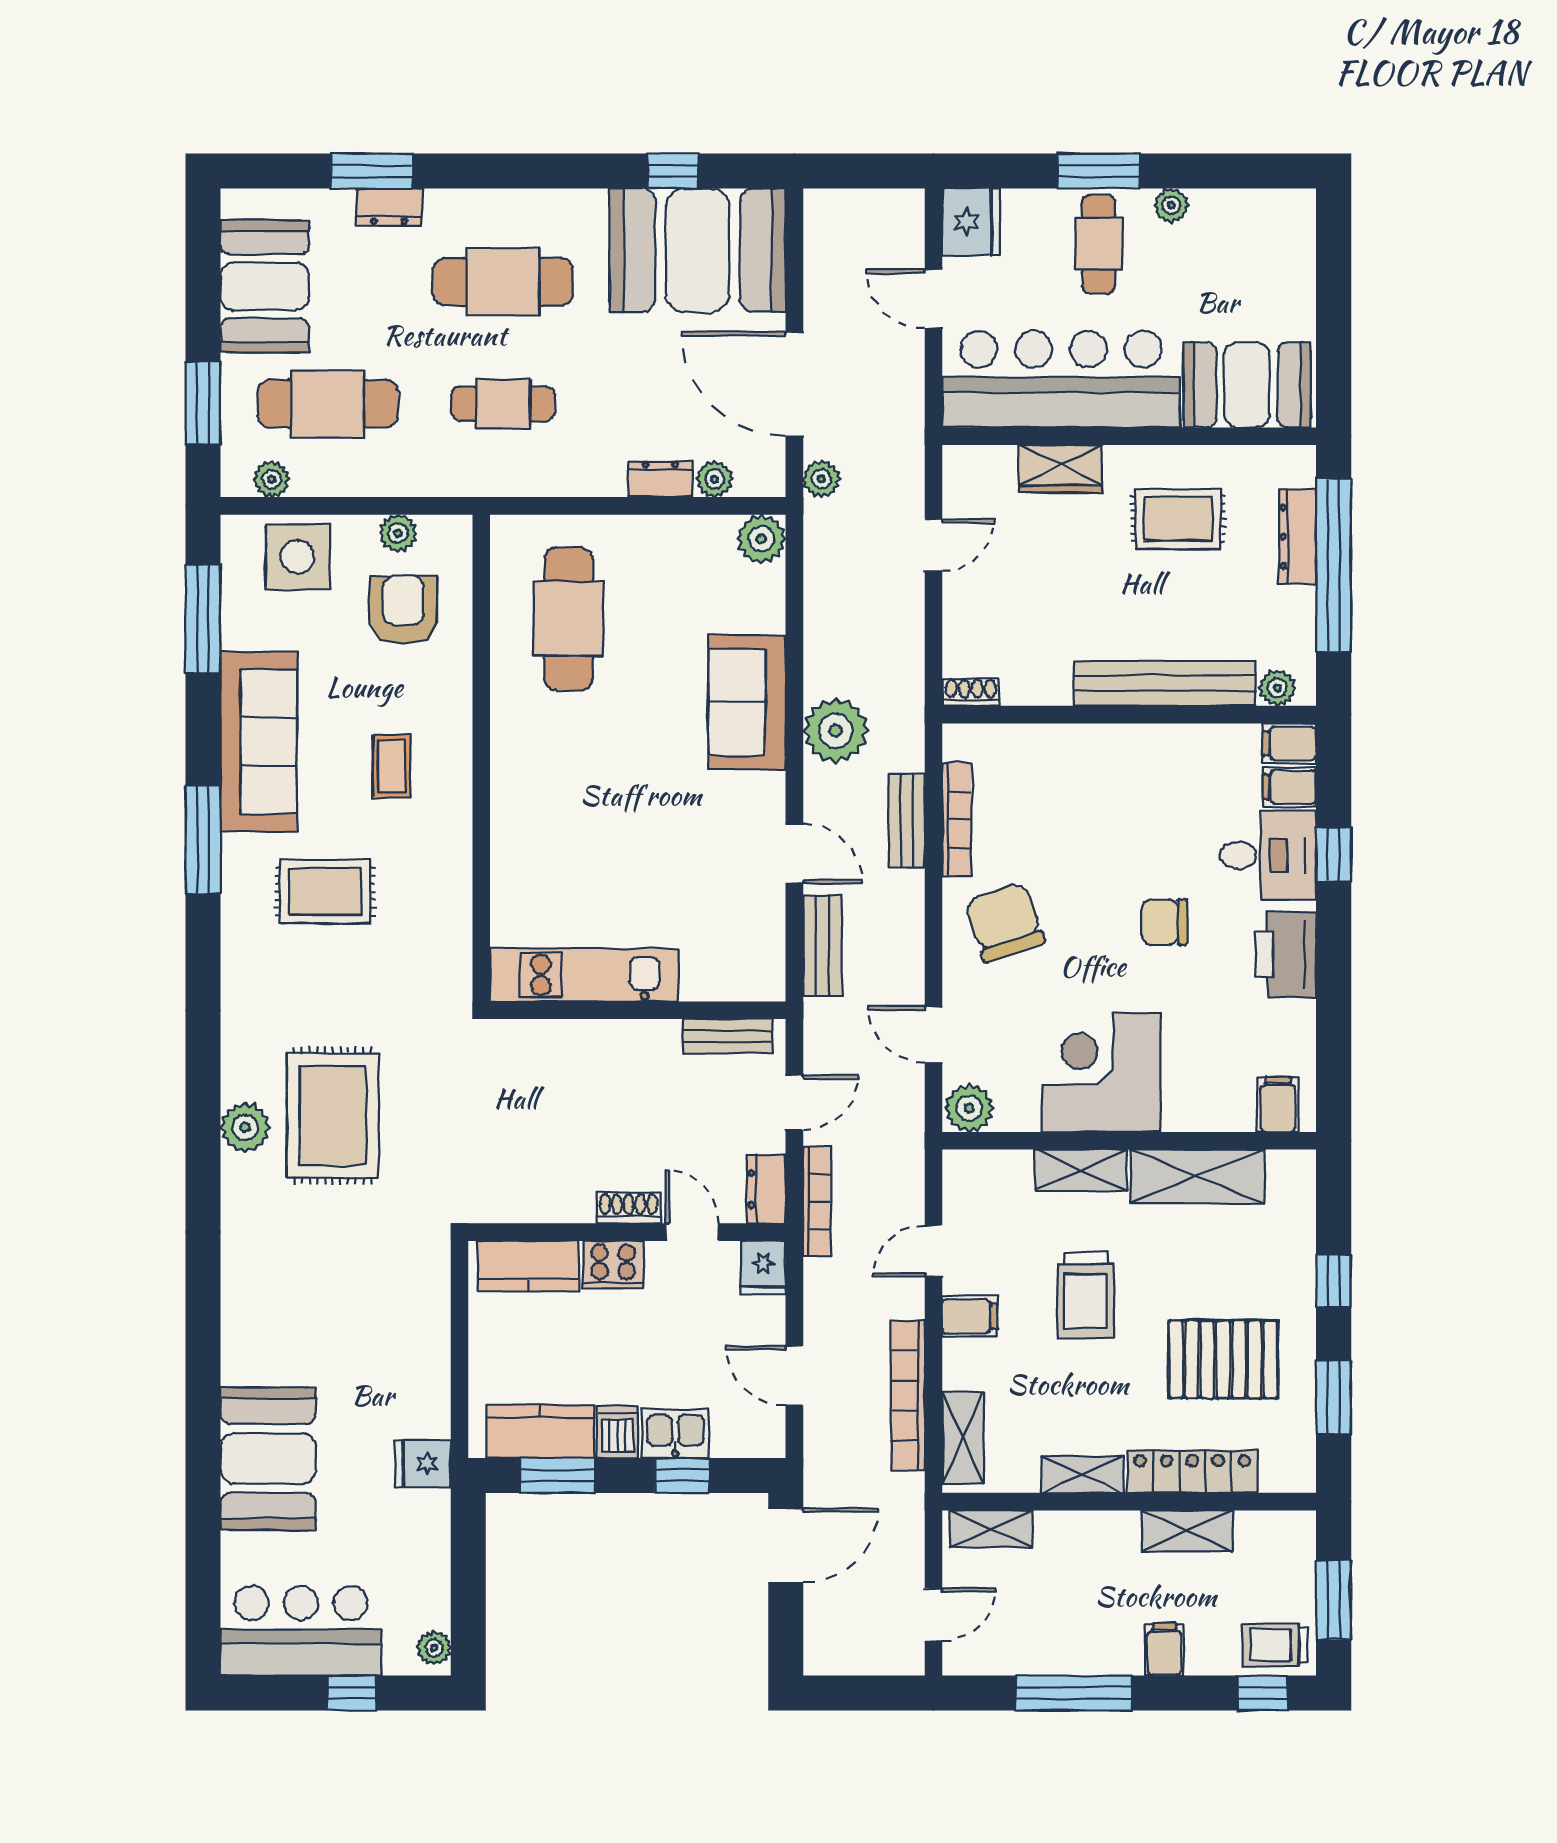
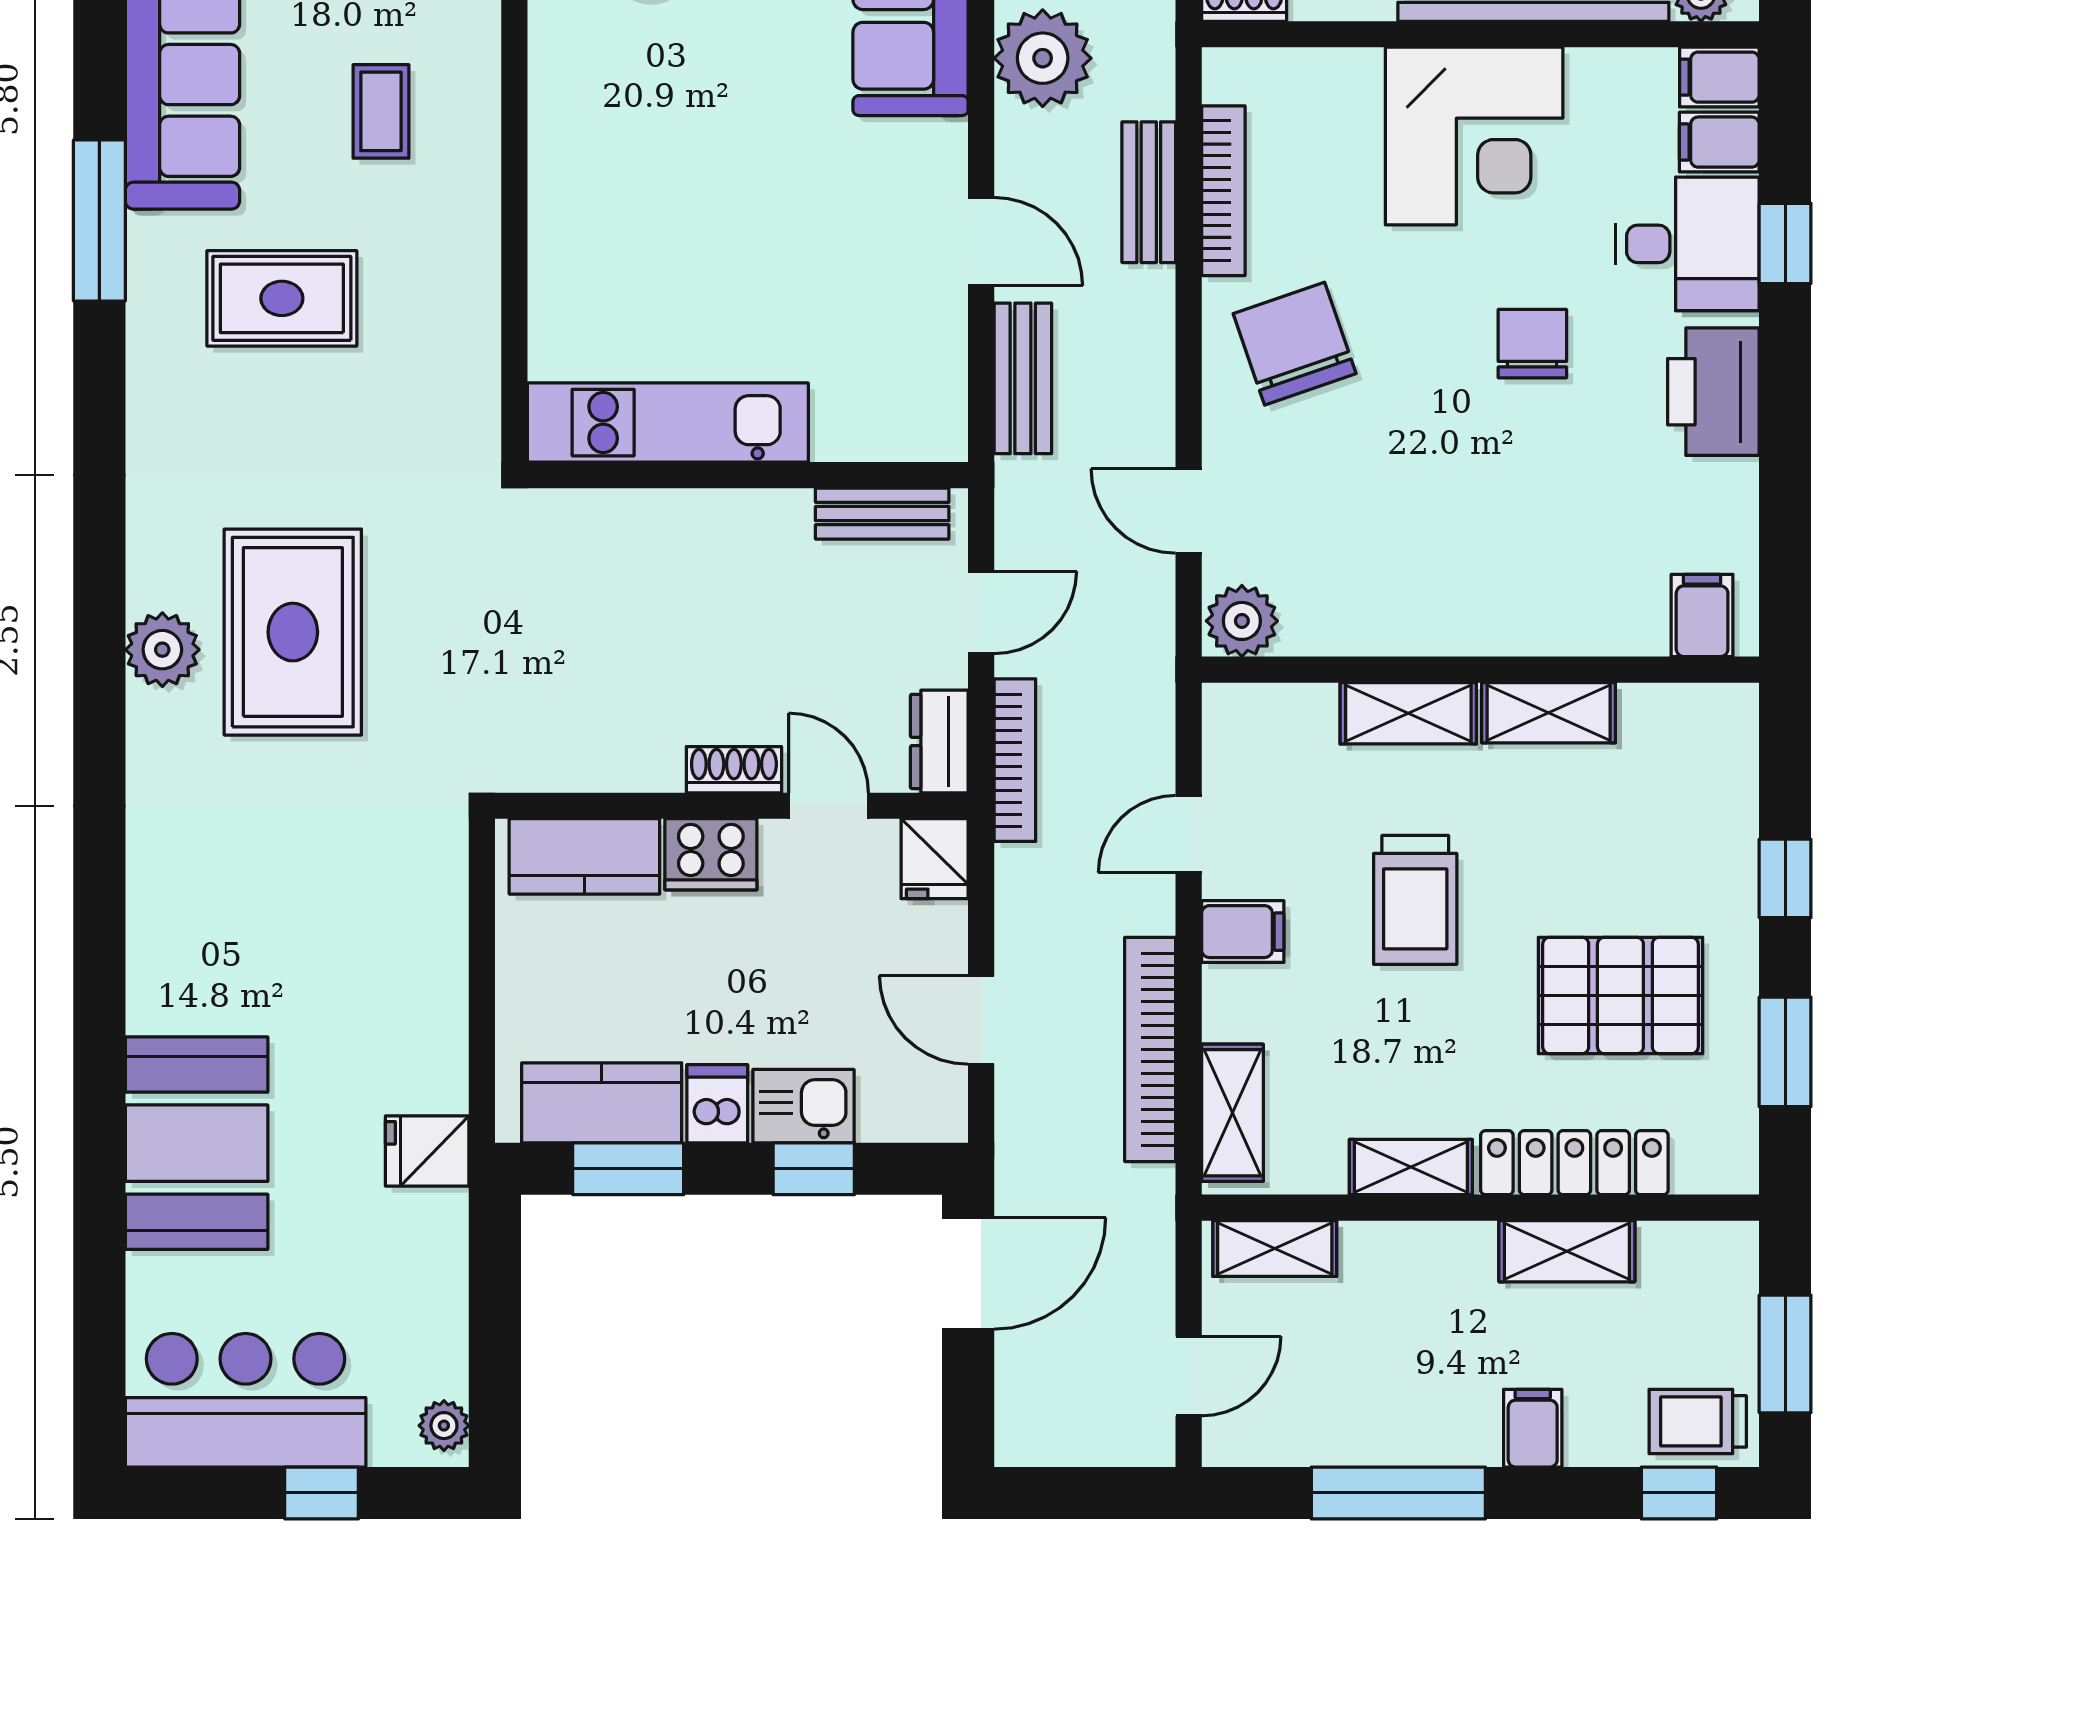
chair: (1164, 922) -> (1532, 344), turned 90
corner desk: (1101, 1072) -> (1474, 136), moved, turned 180
shelving: (1197, 1176) -> (1549, 713), width x0.67, depth x0.75

